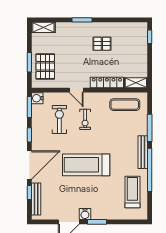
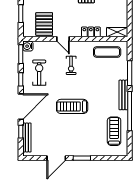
pallet: (45, 66) -> (44, 24), moved
locker: (107, 82) -> (91, 32), width x0.66
exercise bike: (59, 120) -> (39, 73), moved
treadmill: (86, 165) -> (72, 106), width x0.73, depth x0.73
water cooler: (85, 214) -> (71, 151), removed

